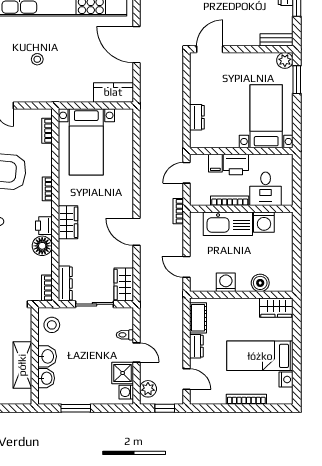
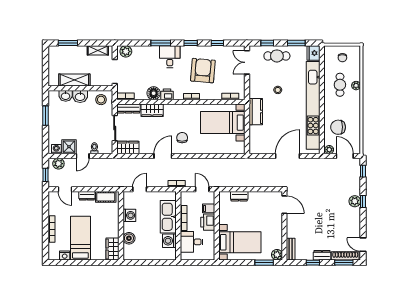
kitchen counter: (113, 92) -> (256, 112), moved
chair: (109, 203) -> (182, 138), added
wardrobe: (68, 222) -> (152, 110), moved
door: (187, 379) -> (65, 189), hinge flipped

